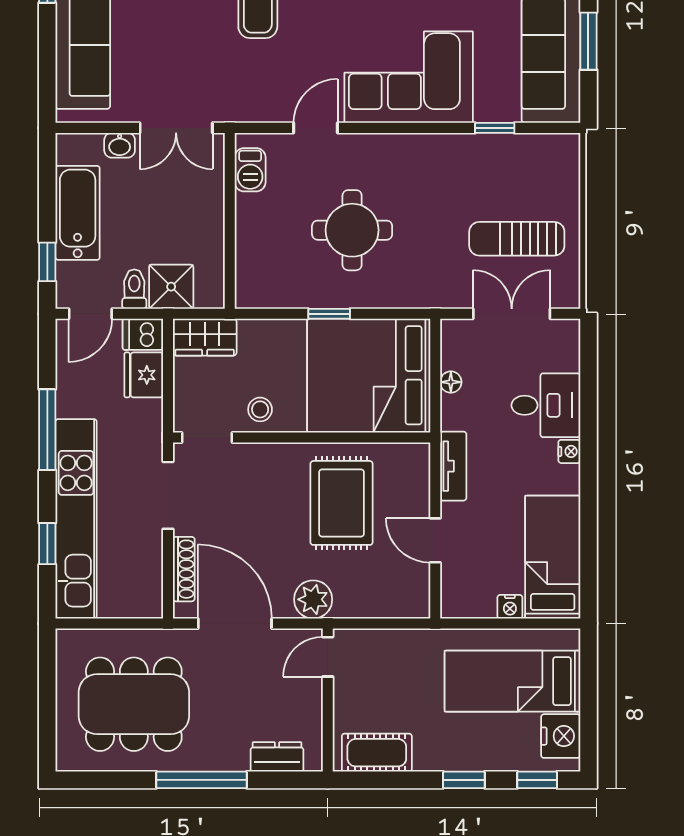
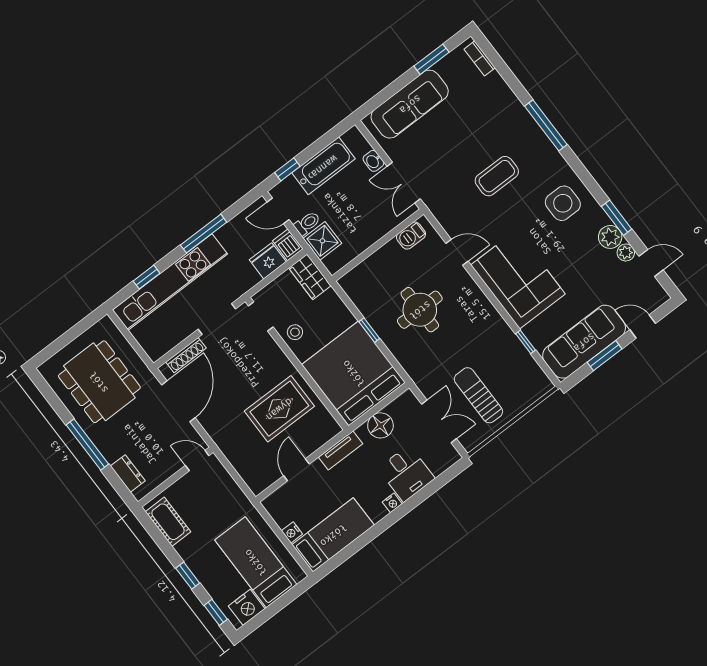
floor lamp: (451, 382) -> (380, 425), width x1.89, depth x1.89
plant: (313, 599) -> (220, 431), removed

